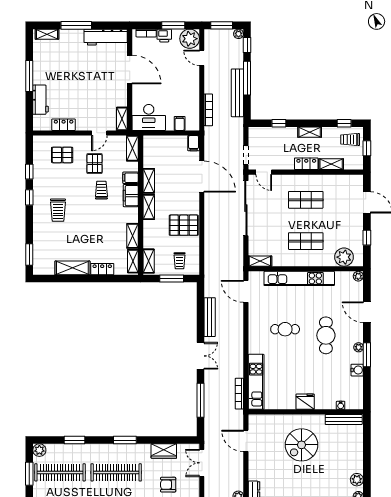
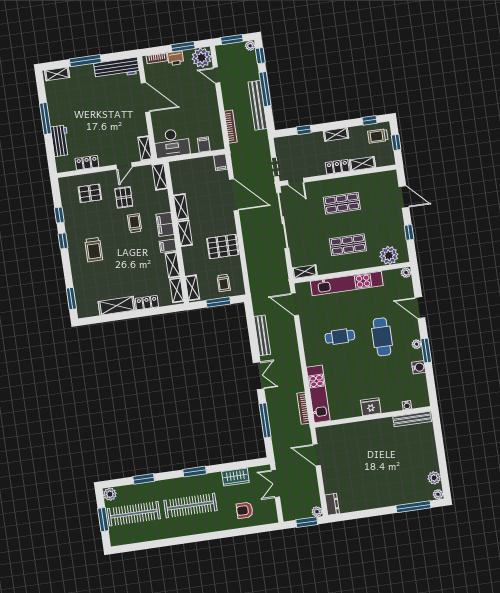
filing cabinet: (130, 178) -> (168, 246), moved
spiral stairs: (301, 445) -> (373, 451), removed

